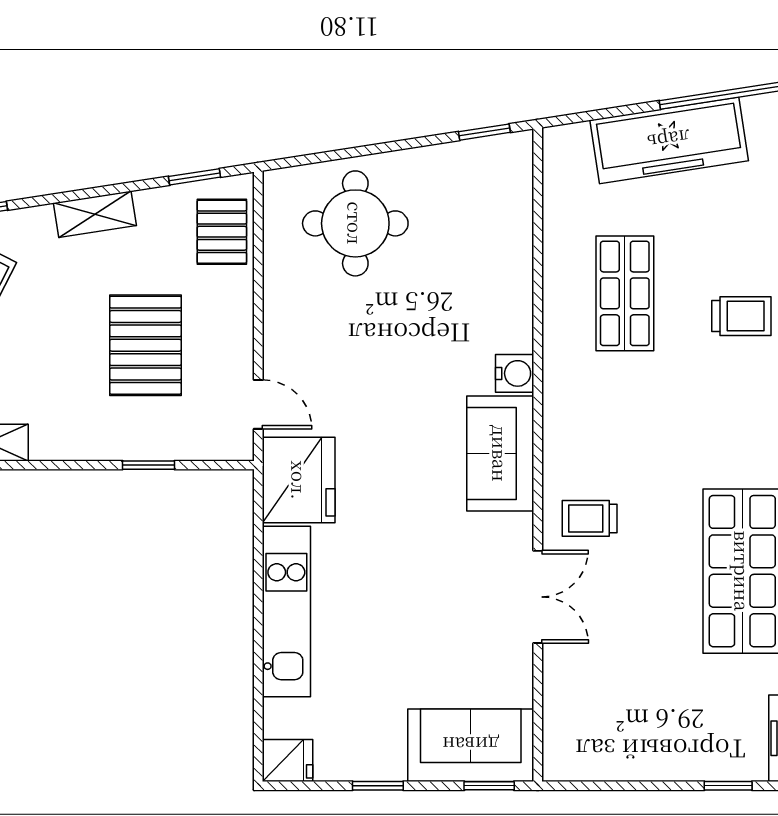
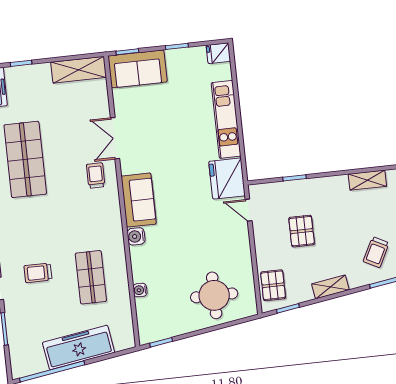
water cooler: (519, 253) -> (140, 290), added
pallet: (145, 345) -> (302, 231), width x0.67, depth x0.71
trolley: (590, 518) -> (96, 175), turned -90
shelving: (602, 758) -> (79, 70), added

